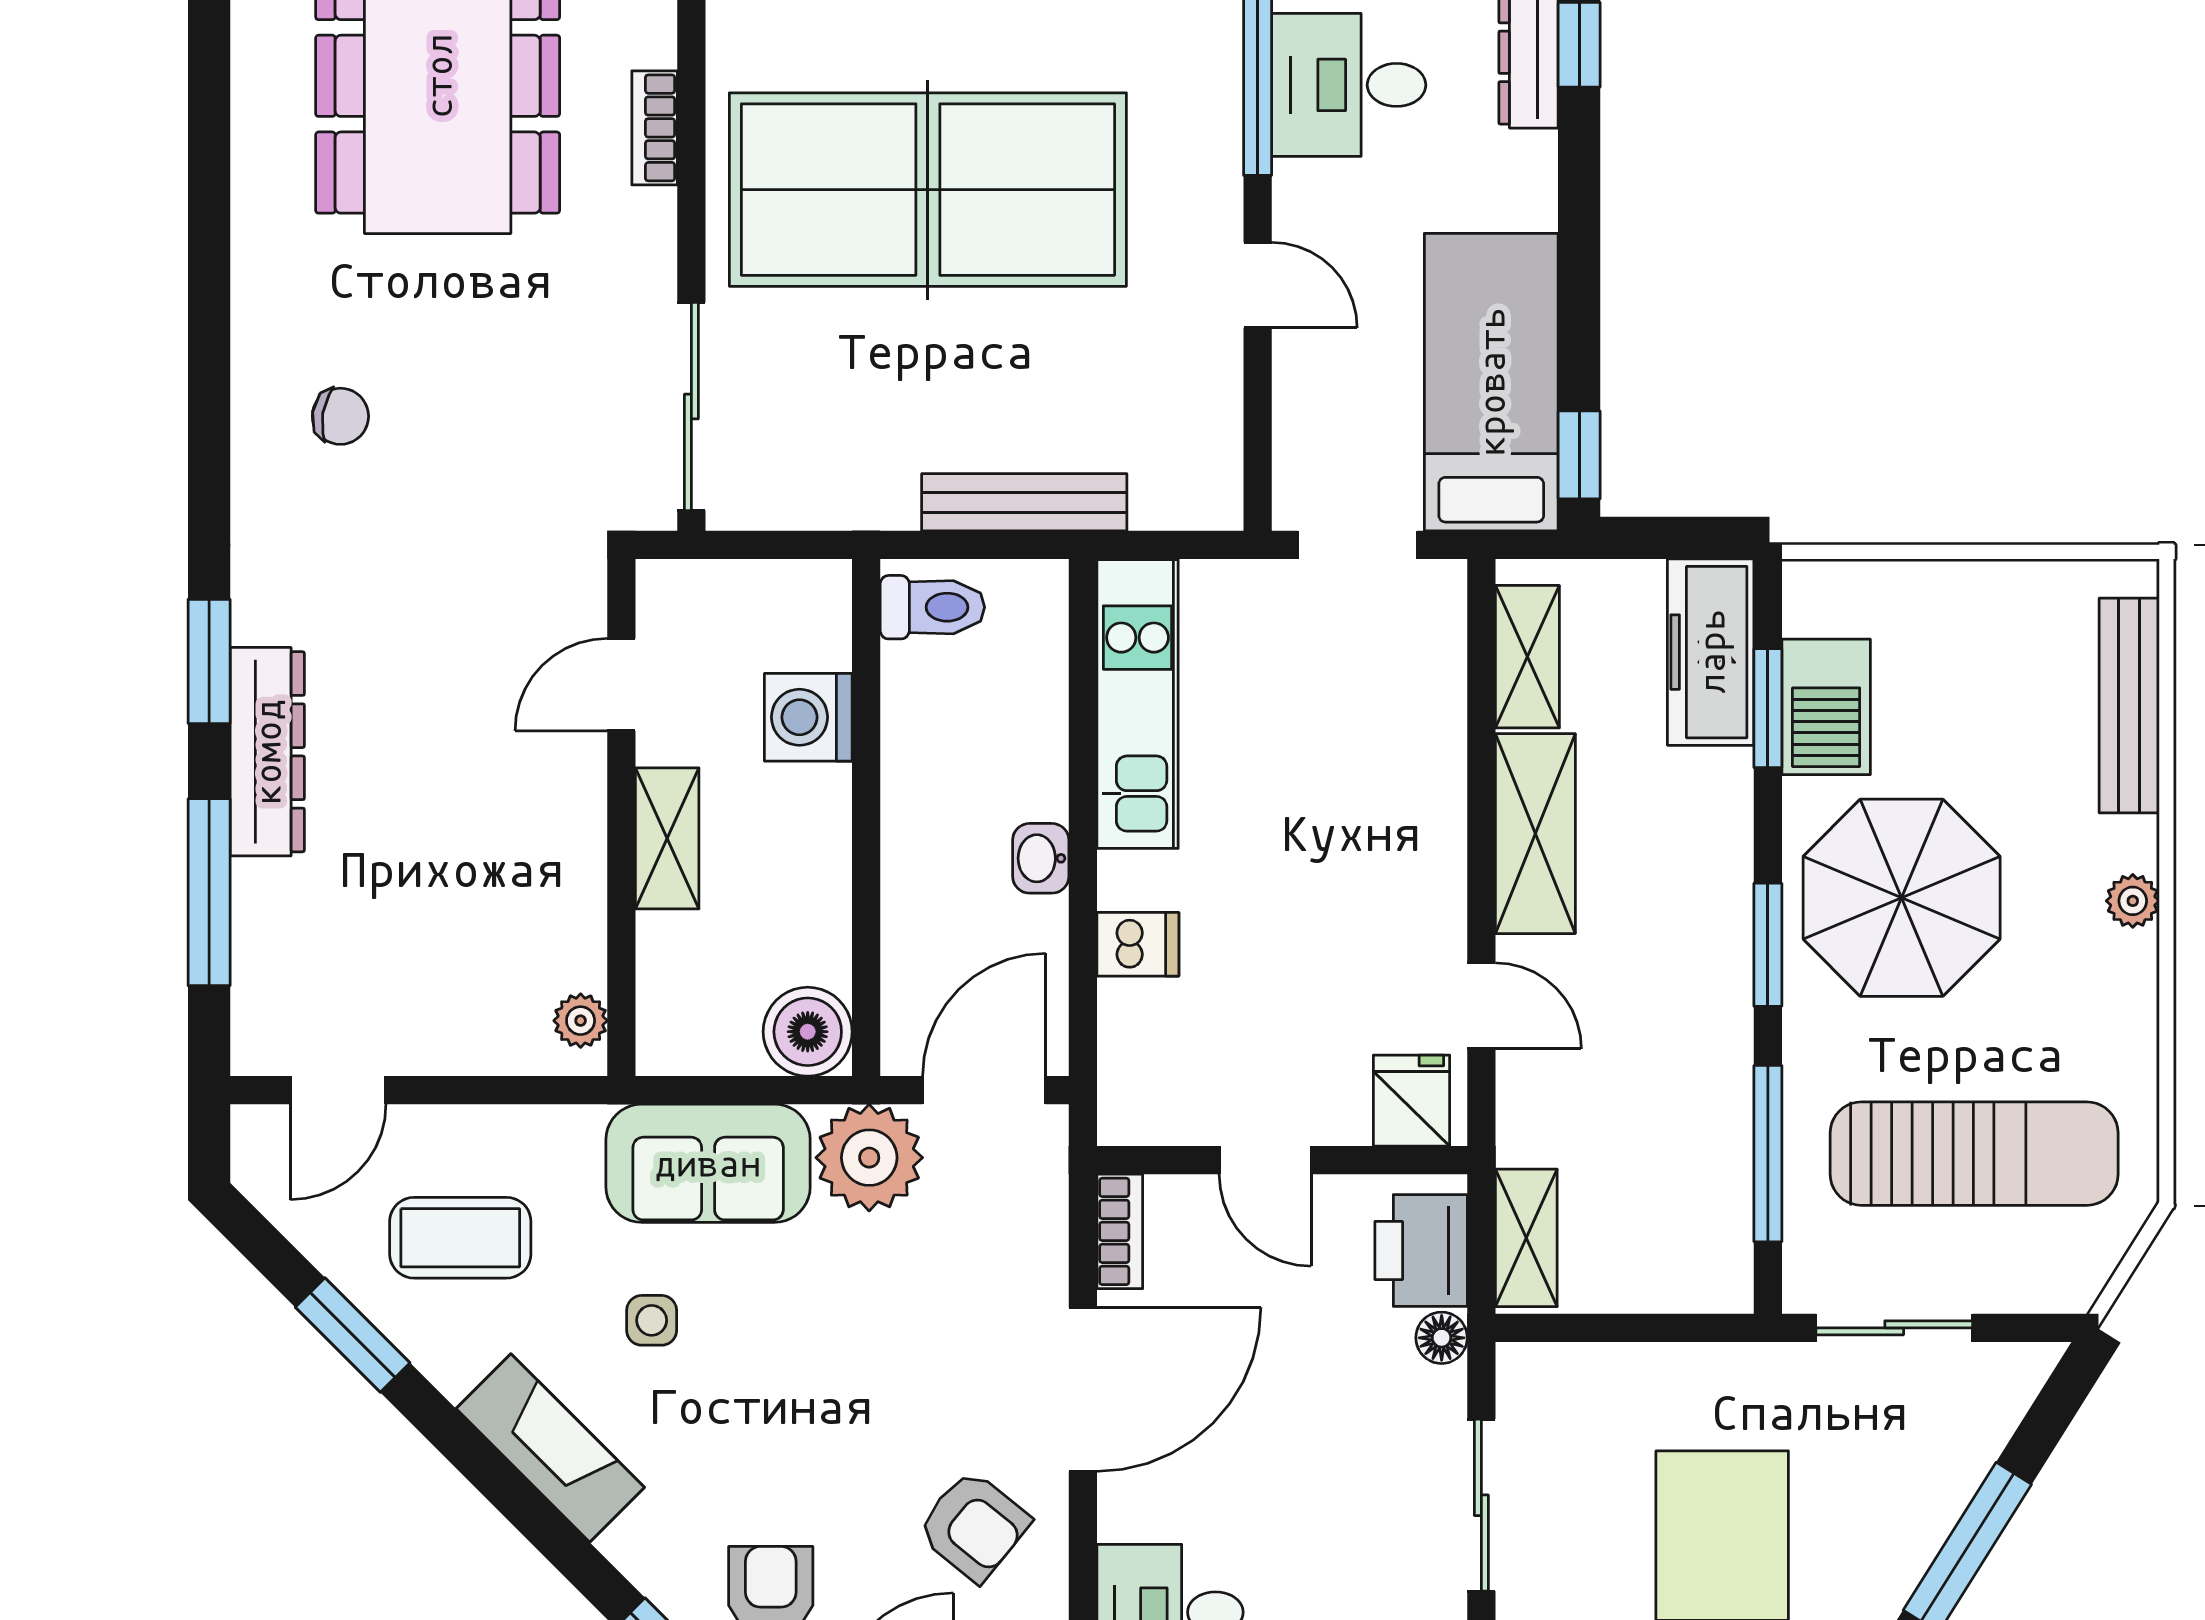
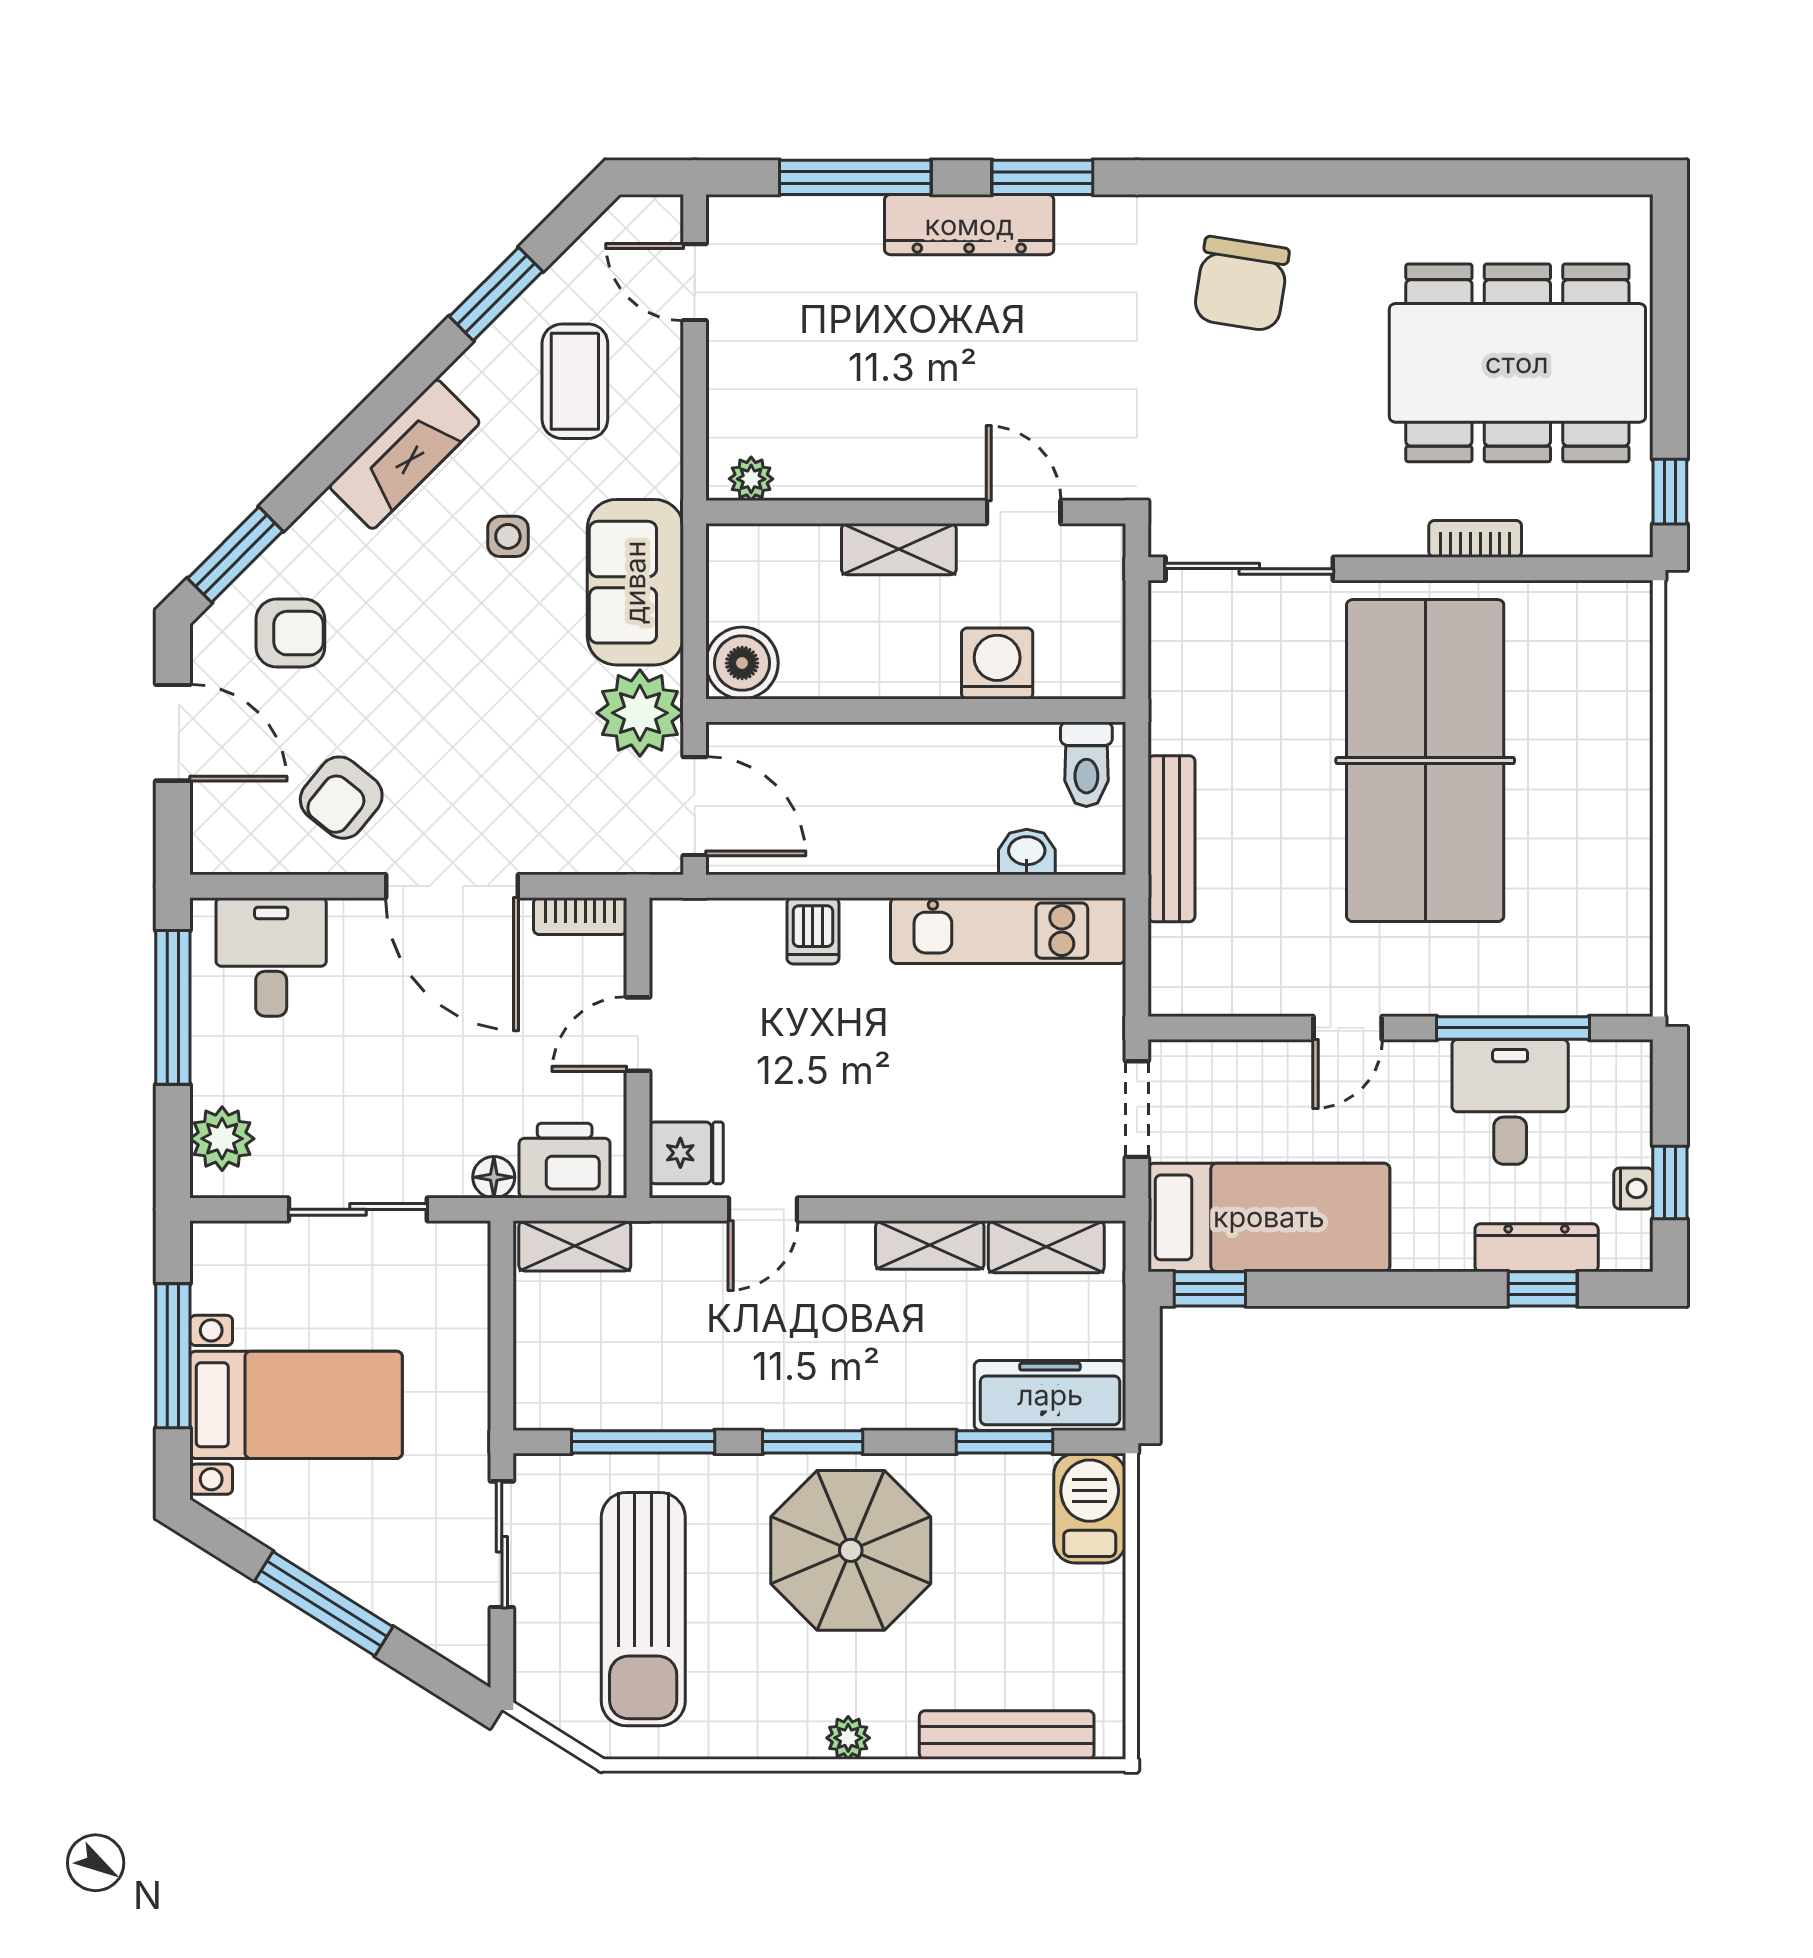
chair: (340, 416) -> (1241, 284), width x1.87, depth x1.87
barbecue: (1826, 707) -> (1090, 1508), moved, turned 90
shelving: (1535, 834) -> (930, 1245), width x0.67, depth x0.75
washbasin: (1041, 858) -> (1027, 852), moved

